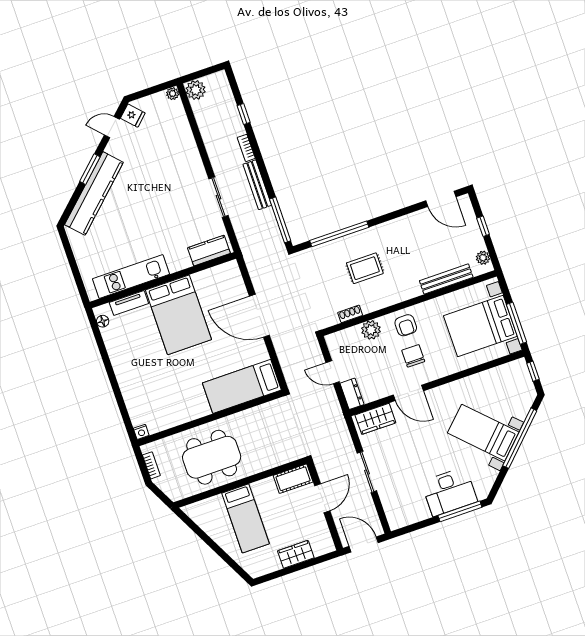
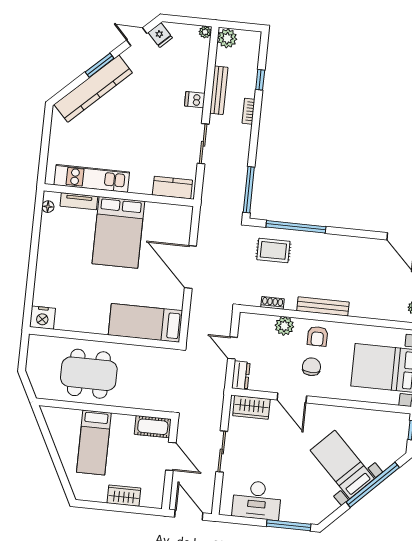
dishwasher: (192, 160) -> (195, 100), added
bench: (257, 185) -> (219, 90), moved
rug: (365, 268) -> (273, 250), moved
bench: (446, 279) -> (323, 306), moved
nightstand: (141, 432) -> (42, 318), width x1.89, depth x1.79
bookcase: (151, 465) -> (32, 356), removed
desk: (449, 492) -> (257, 500), moved
door: (322, 498) -> (171, 456), hinge flipped

